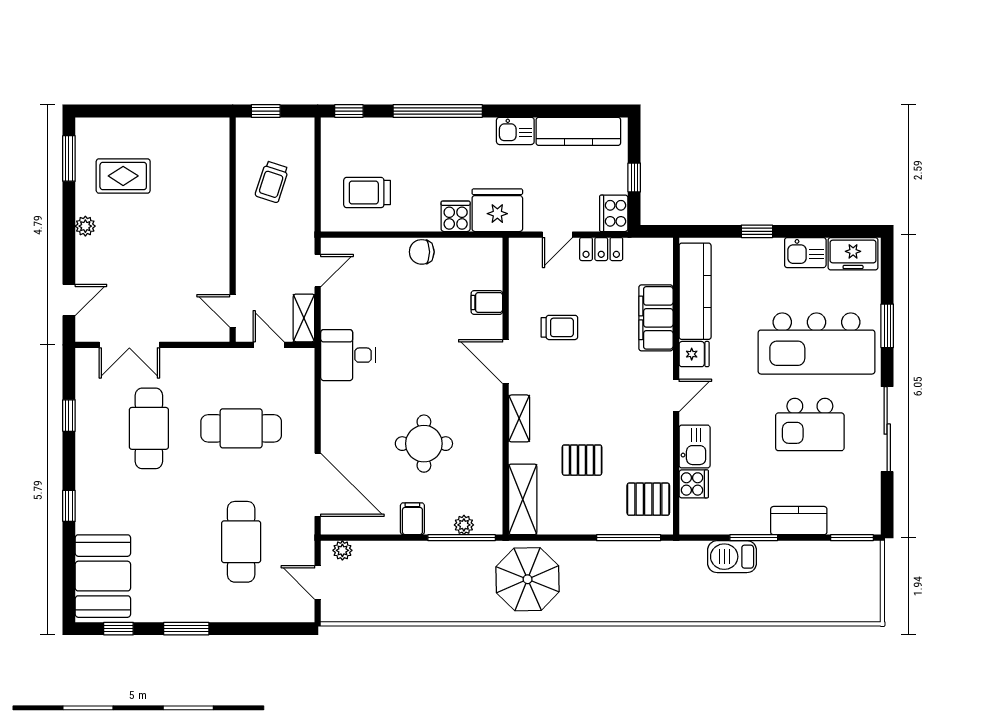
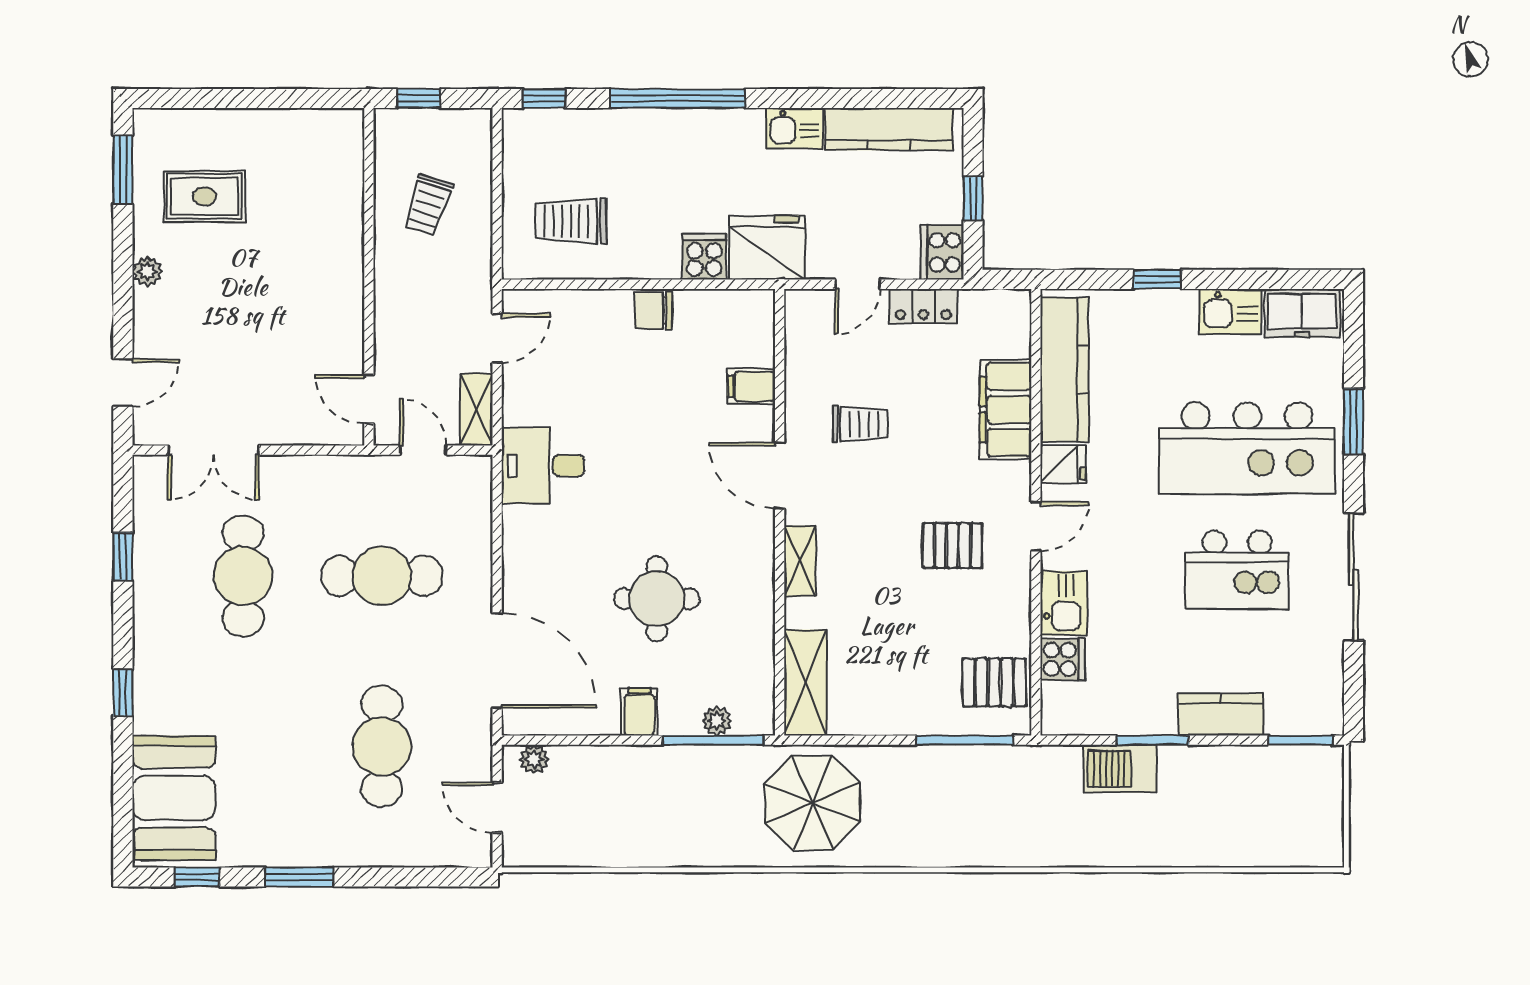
pallet: (582, 460) -> (952, 546), moved

